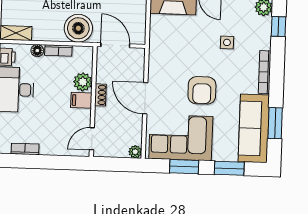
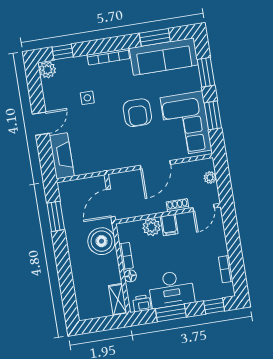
armchair: (202, 90) -> (137, 113), turned 90
shoe rack: (100, 95) -> (177, 205), moved
door: (92, 139) -> (204, 208), hinge flipped
plant: (135, 152) -> (210, 178), moved

